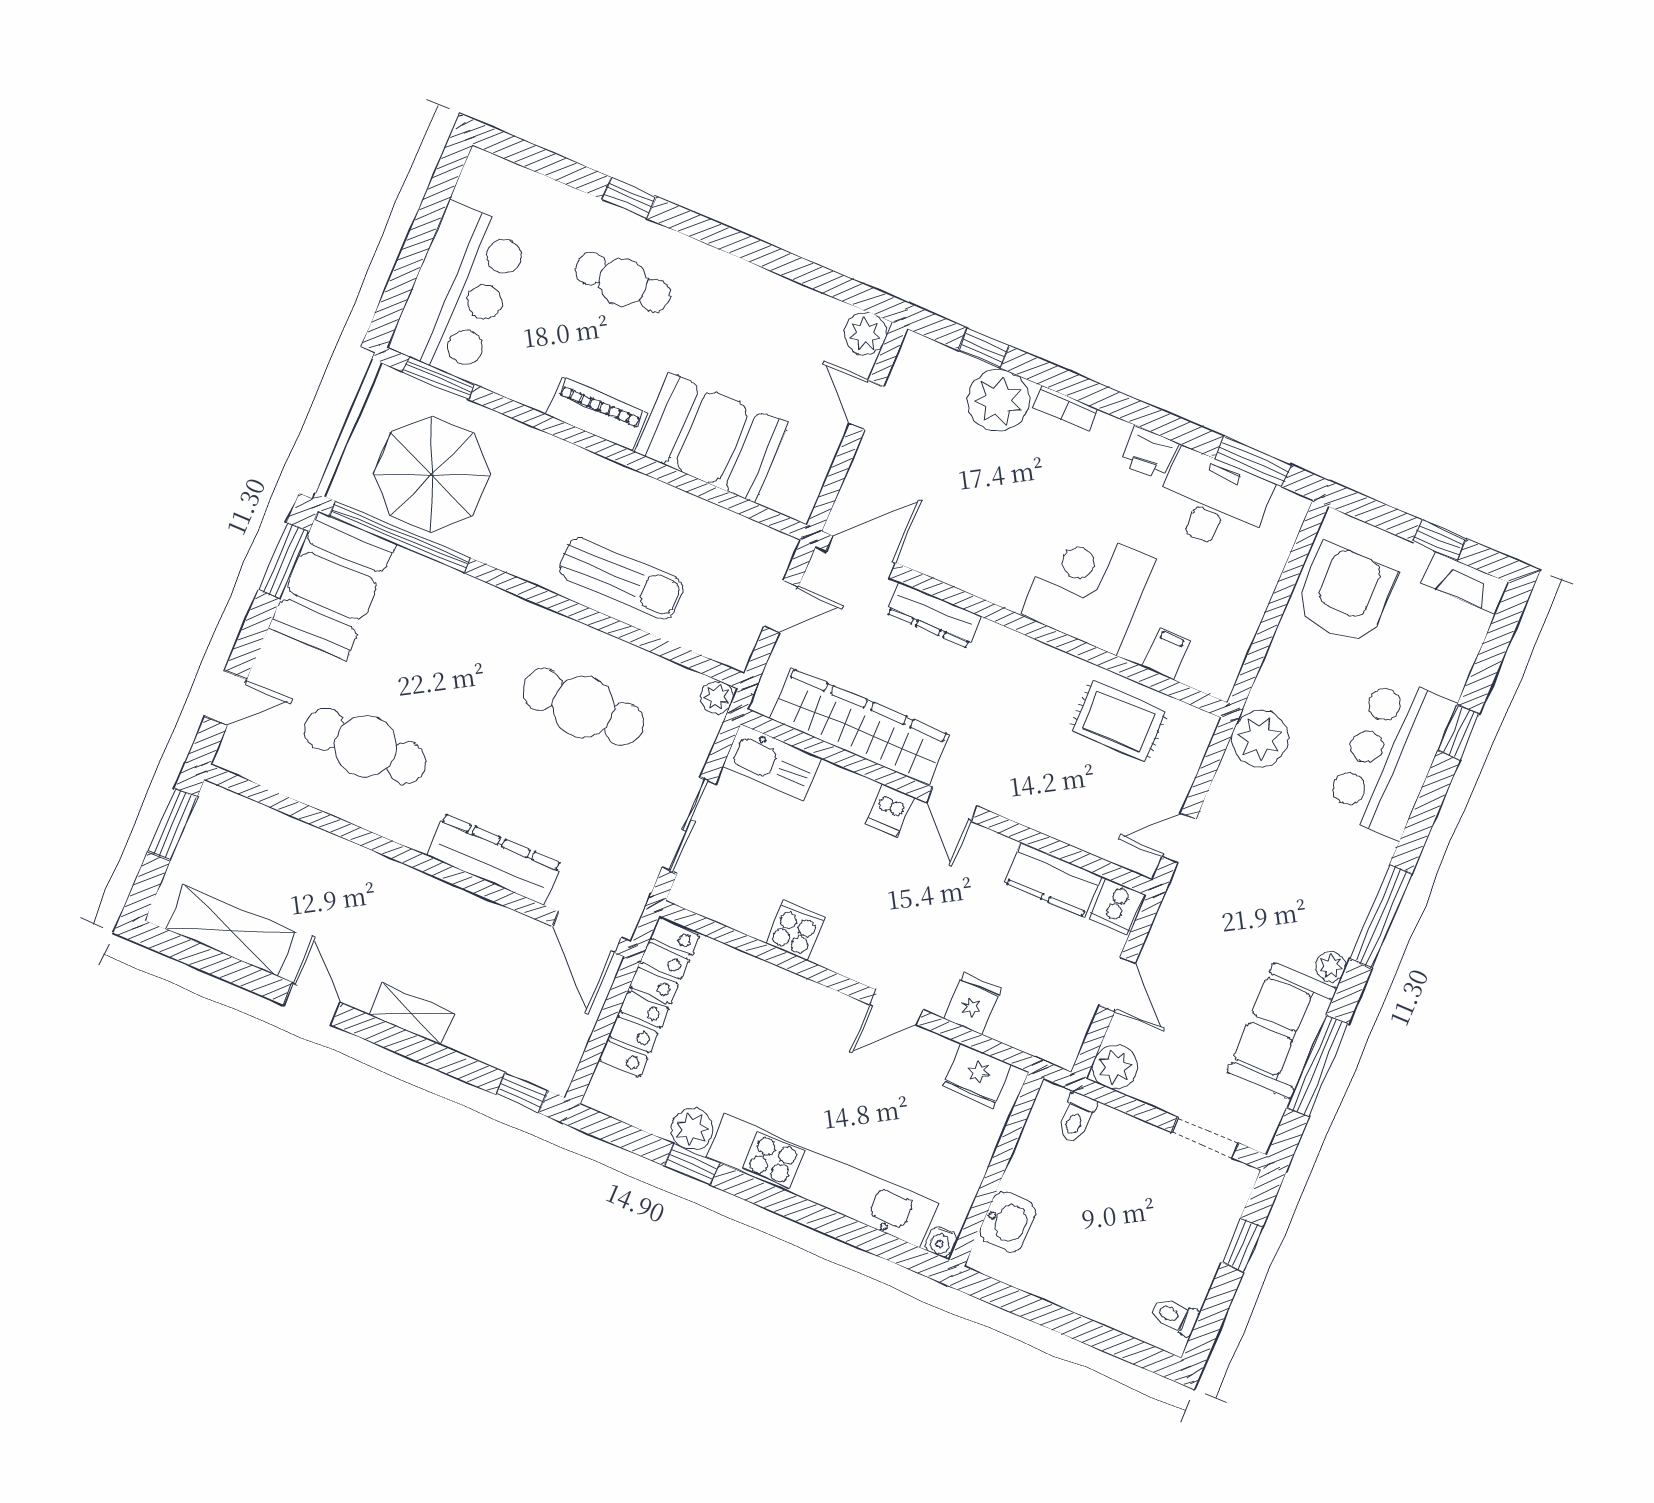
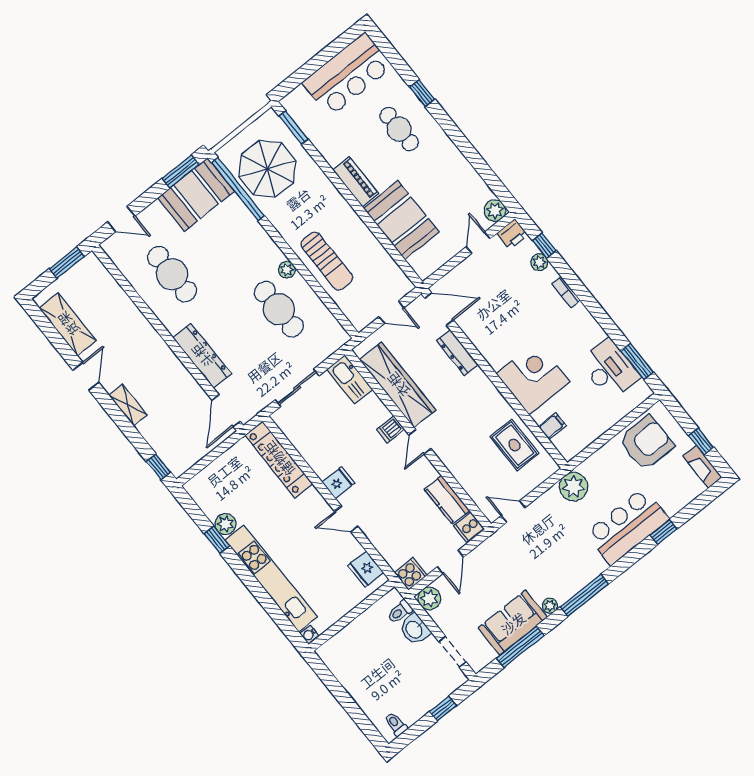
bar counter: (459, 291) -> (347, 75), moved
plant: (998, 400) -> (539, 262), width x0.53, depth x0.53
printer: (1149, 453) -> (512, 234), moved, turned -90
plant: (717, 697) -> (287, 270), moved
cooker: (795, 930) -> (411, 574), moved
locker: (649, 998) -> (279, 459), moved, turned 90
fridge: (973, 1004) -> (338, 483), moved
washbasin: (1008, 1222) -> (414, 629), moved, turned 90

